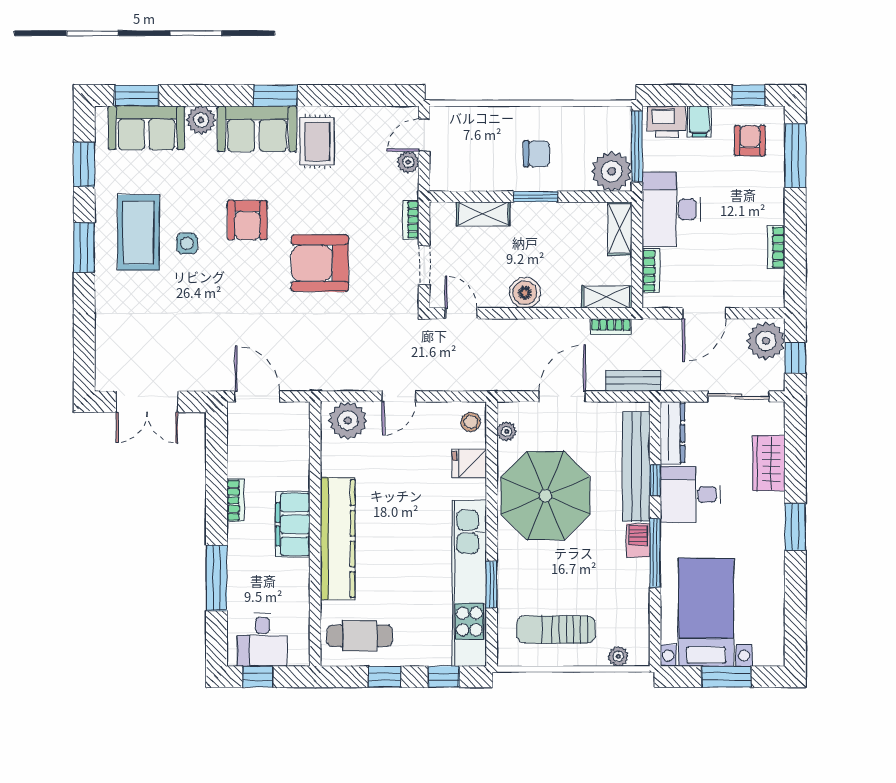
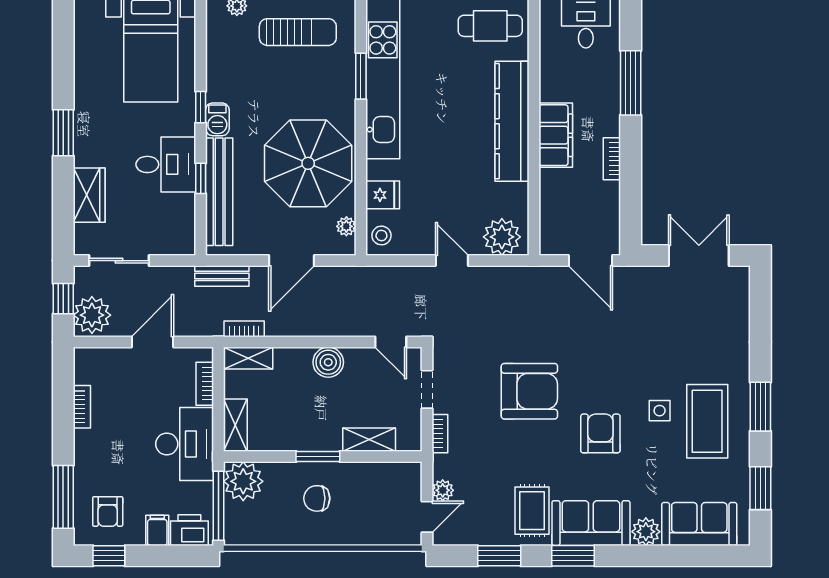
window: (137, 95) -> (499, 556), moved
door: (399, 396) -> (452, 261), hinge flipped
dresser: (673, 433) -> (183, 225), removed
window: (655, 553) -> (201, 107), width x0.46

